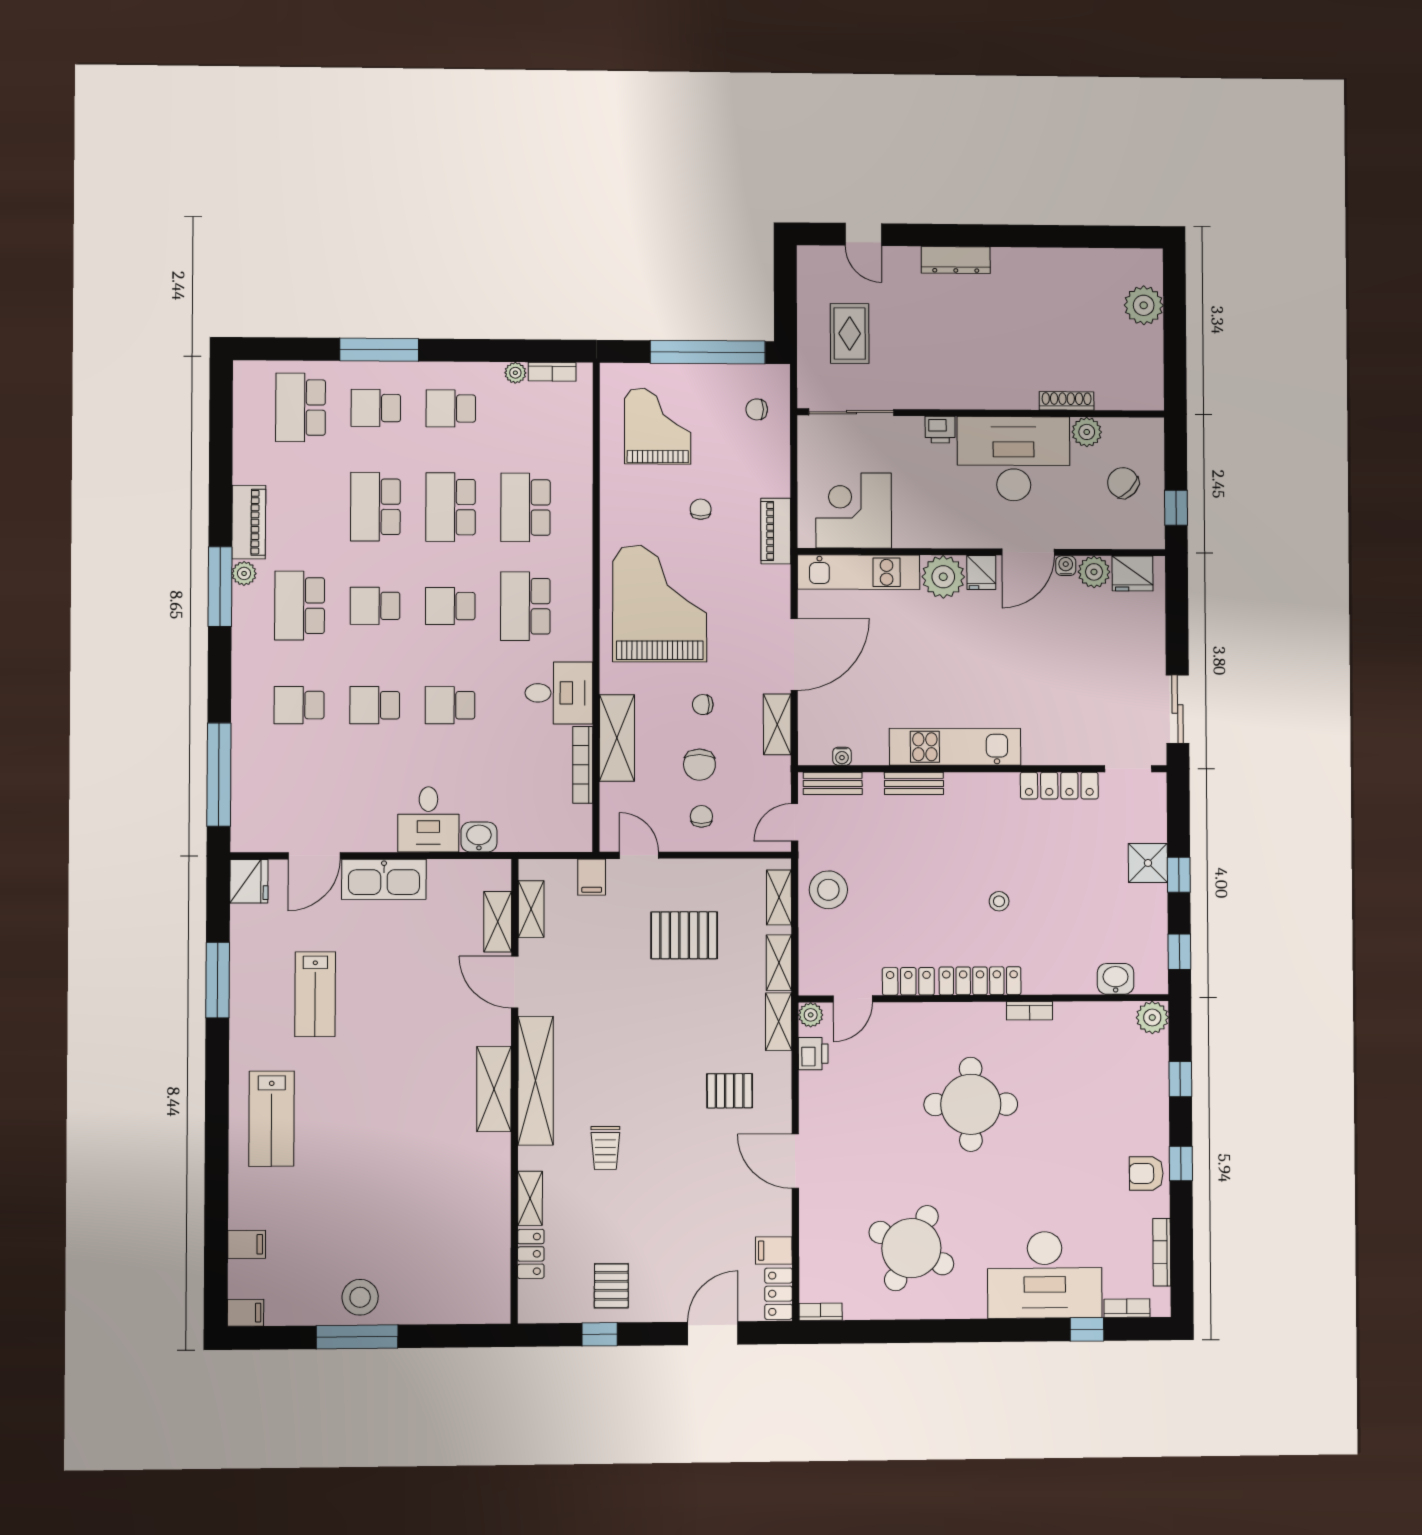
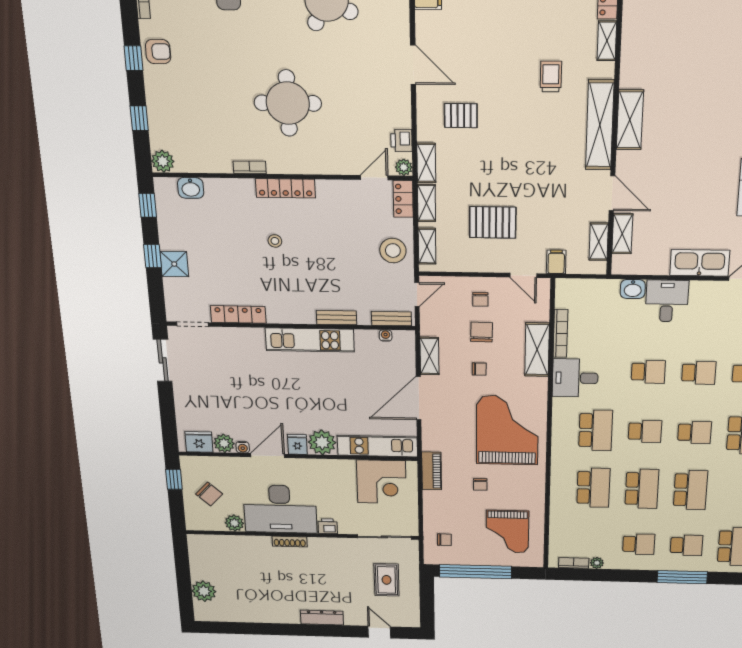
shoe rack: (1067, 401) -> (290, 542), moved
grand piano: (660, 603) -> (507, 430), turned 180
locker: (908, 981) -> (403, 199), moved, turned 90

